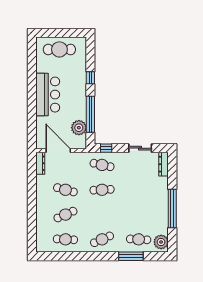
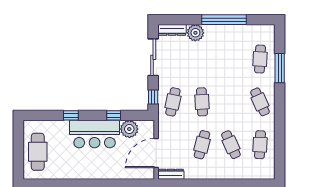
bar counter: (48, 95) -> (95, 134), moved, turned 180
window: (90, 114) -> (114, 115), width x0.32
sliding door: (140, 148) -> (153, 57), width x1.37
plant: (161, 242) -> (195, 33), moved

